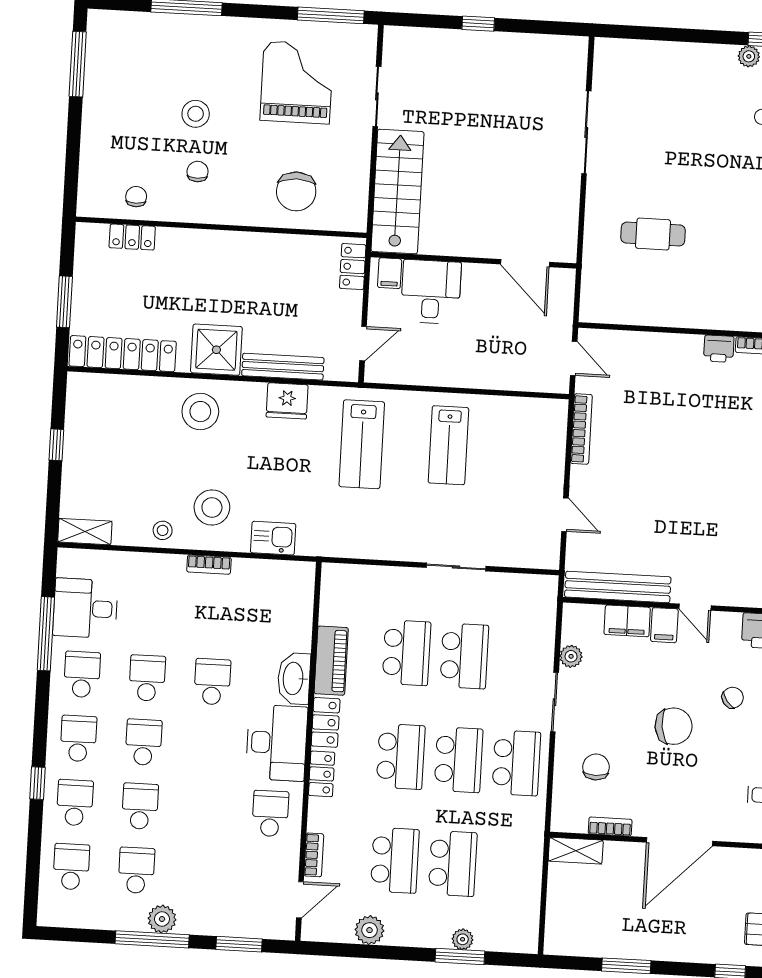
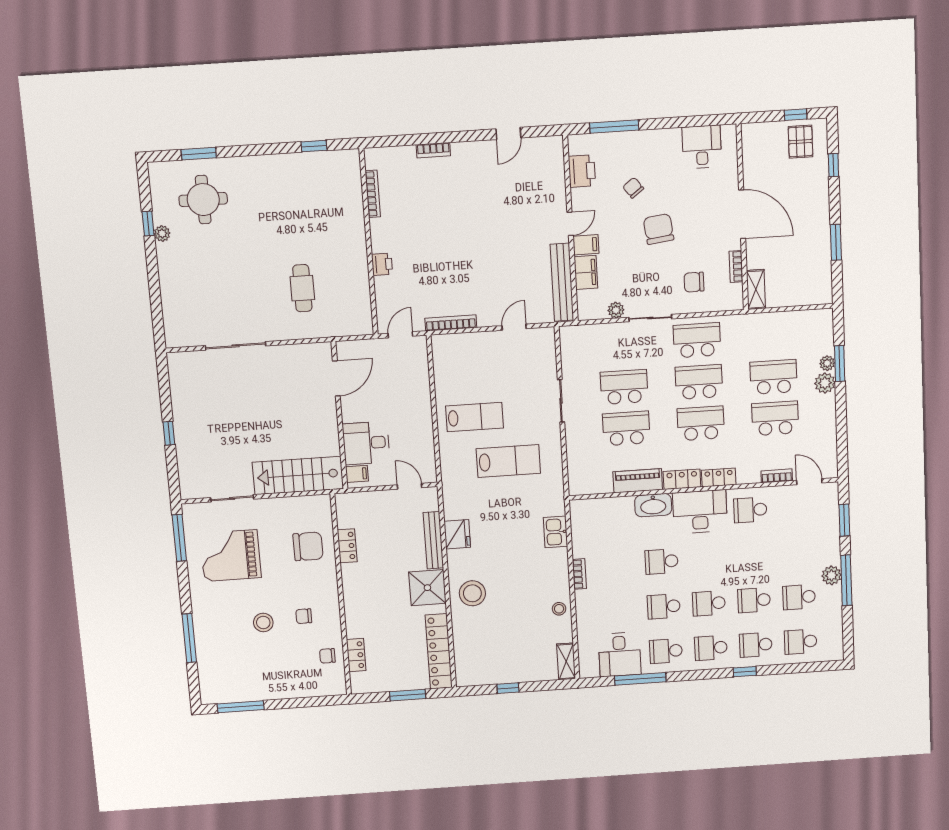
locker: (353, 267) -> (347, 546), moved, turned -90
printer: (719, 349) -> (382, 264), moved
lab bench: (362, 444) -> (508, 461), moved
stool: (212, 507) -> (539, 577), removed
plant: (370, 930) -> (825, 383), moved

